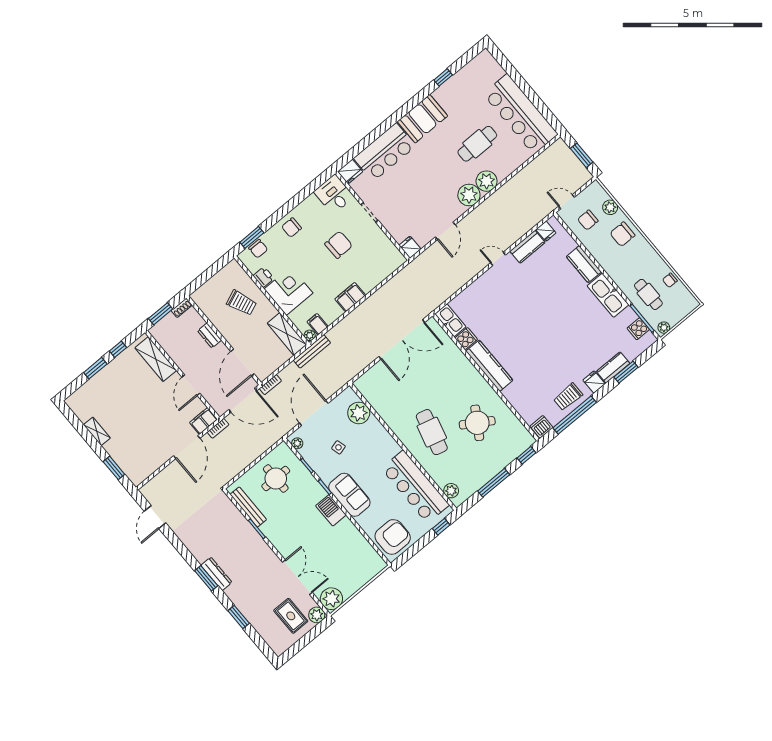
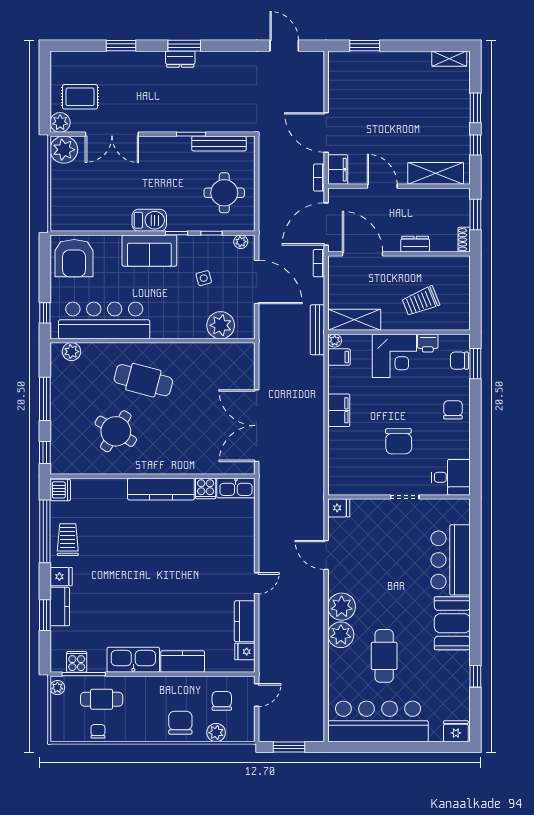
fridge: (350, 172) -> (456, 731), moved, turned 90
shelving: (97, 431) -> (449, 59), moved
dresser: (216, 574) -> (180, 59), width x0.70

